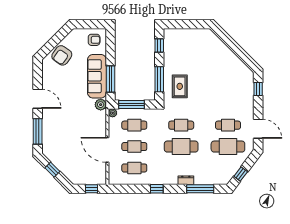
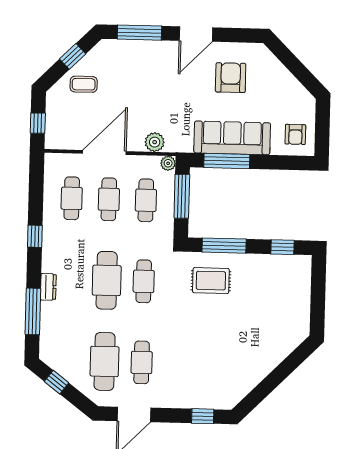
armchair: (62, 55) -> (231, 78), moved, turned 55
plant: (101, 105) -> (155, 142), moved
coffee table: (68, 163) -> (84, 84), added

